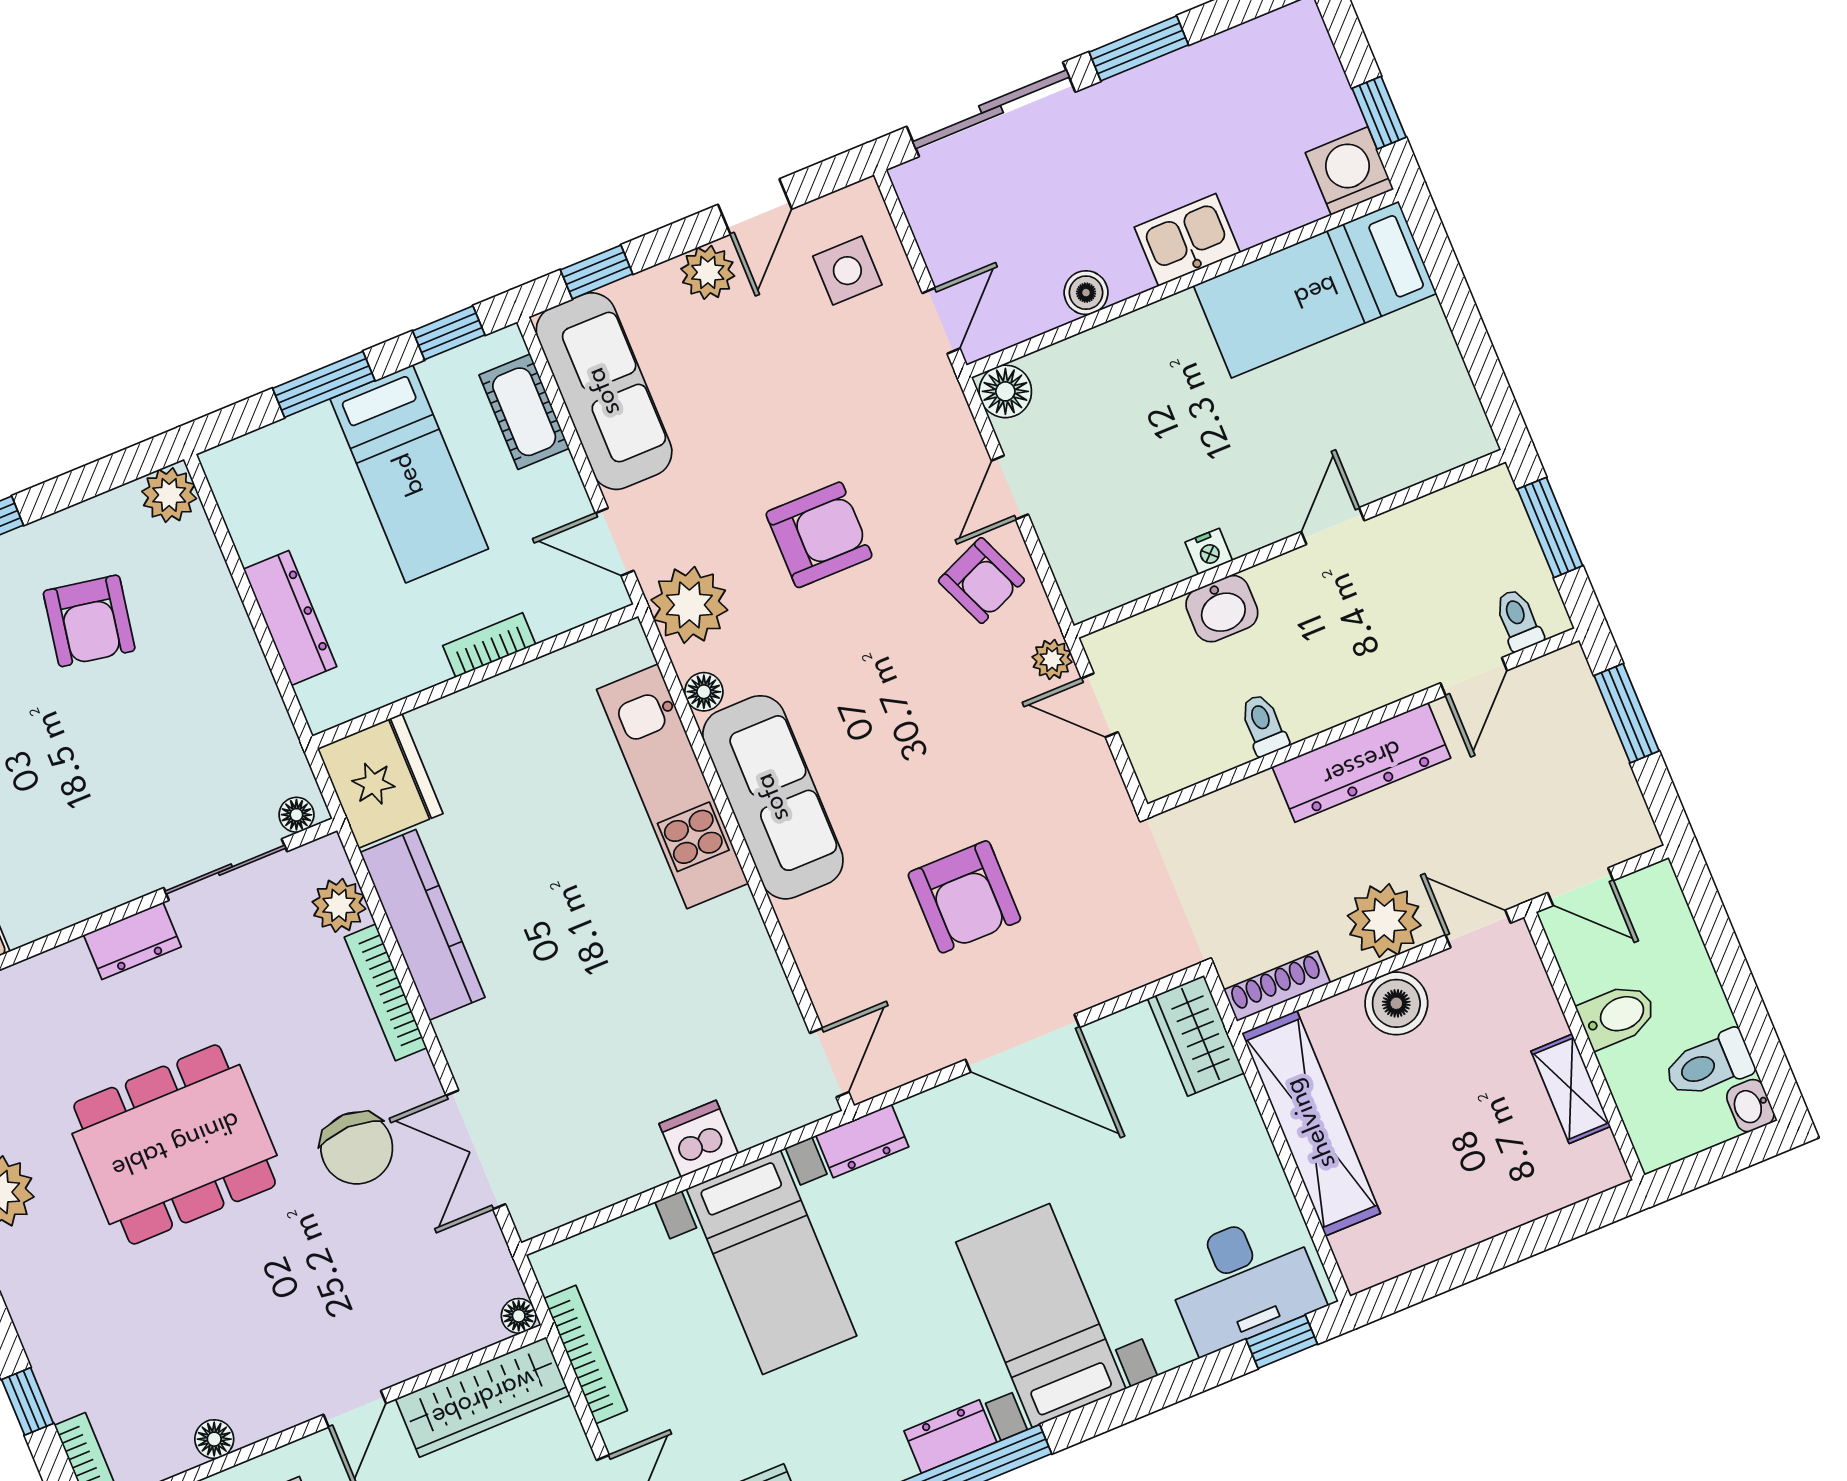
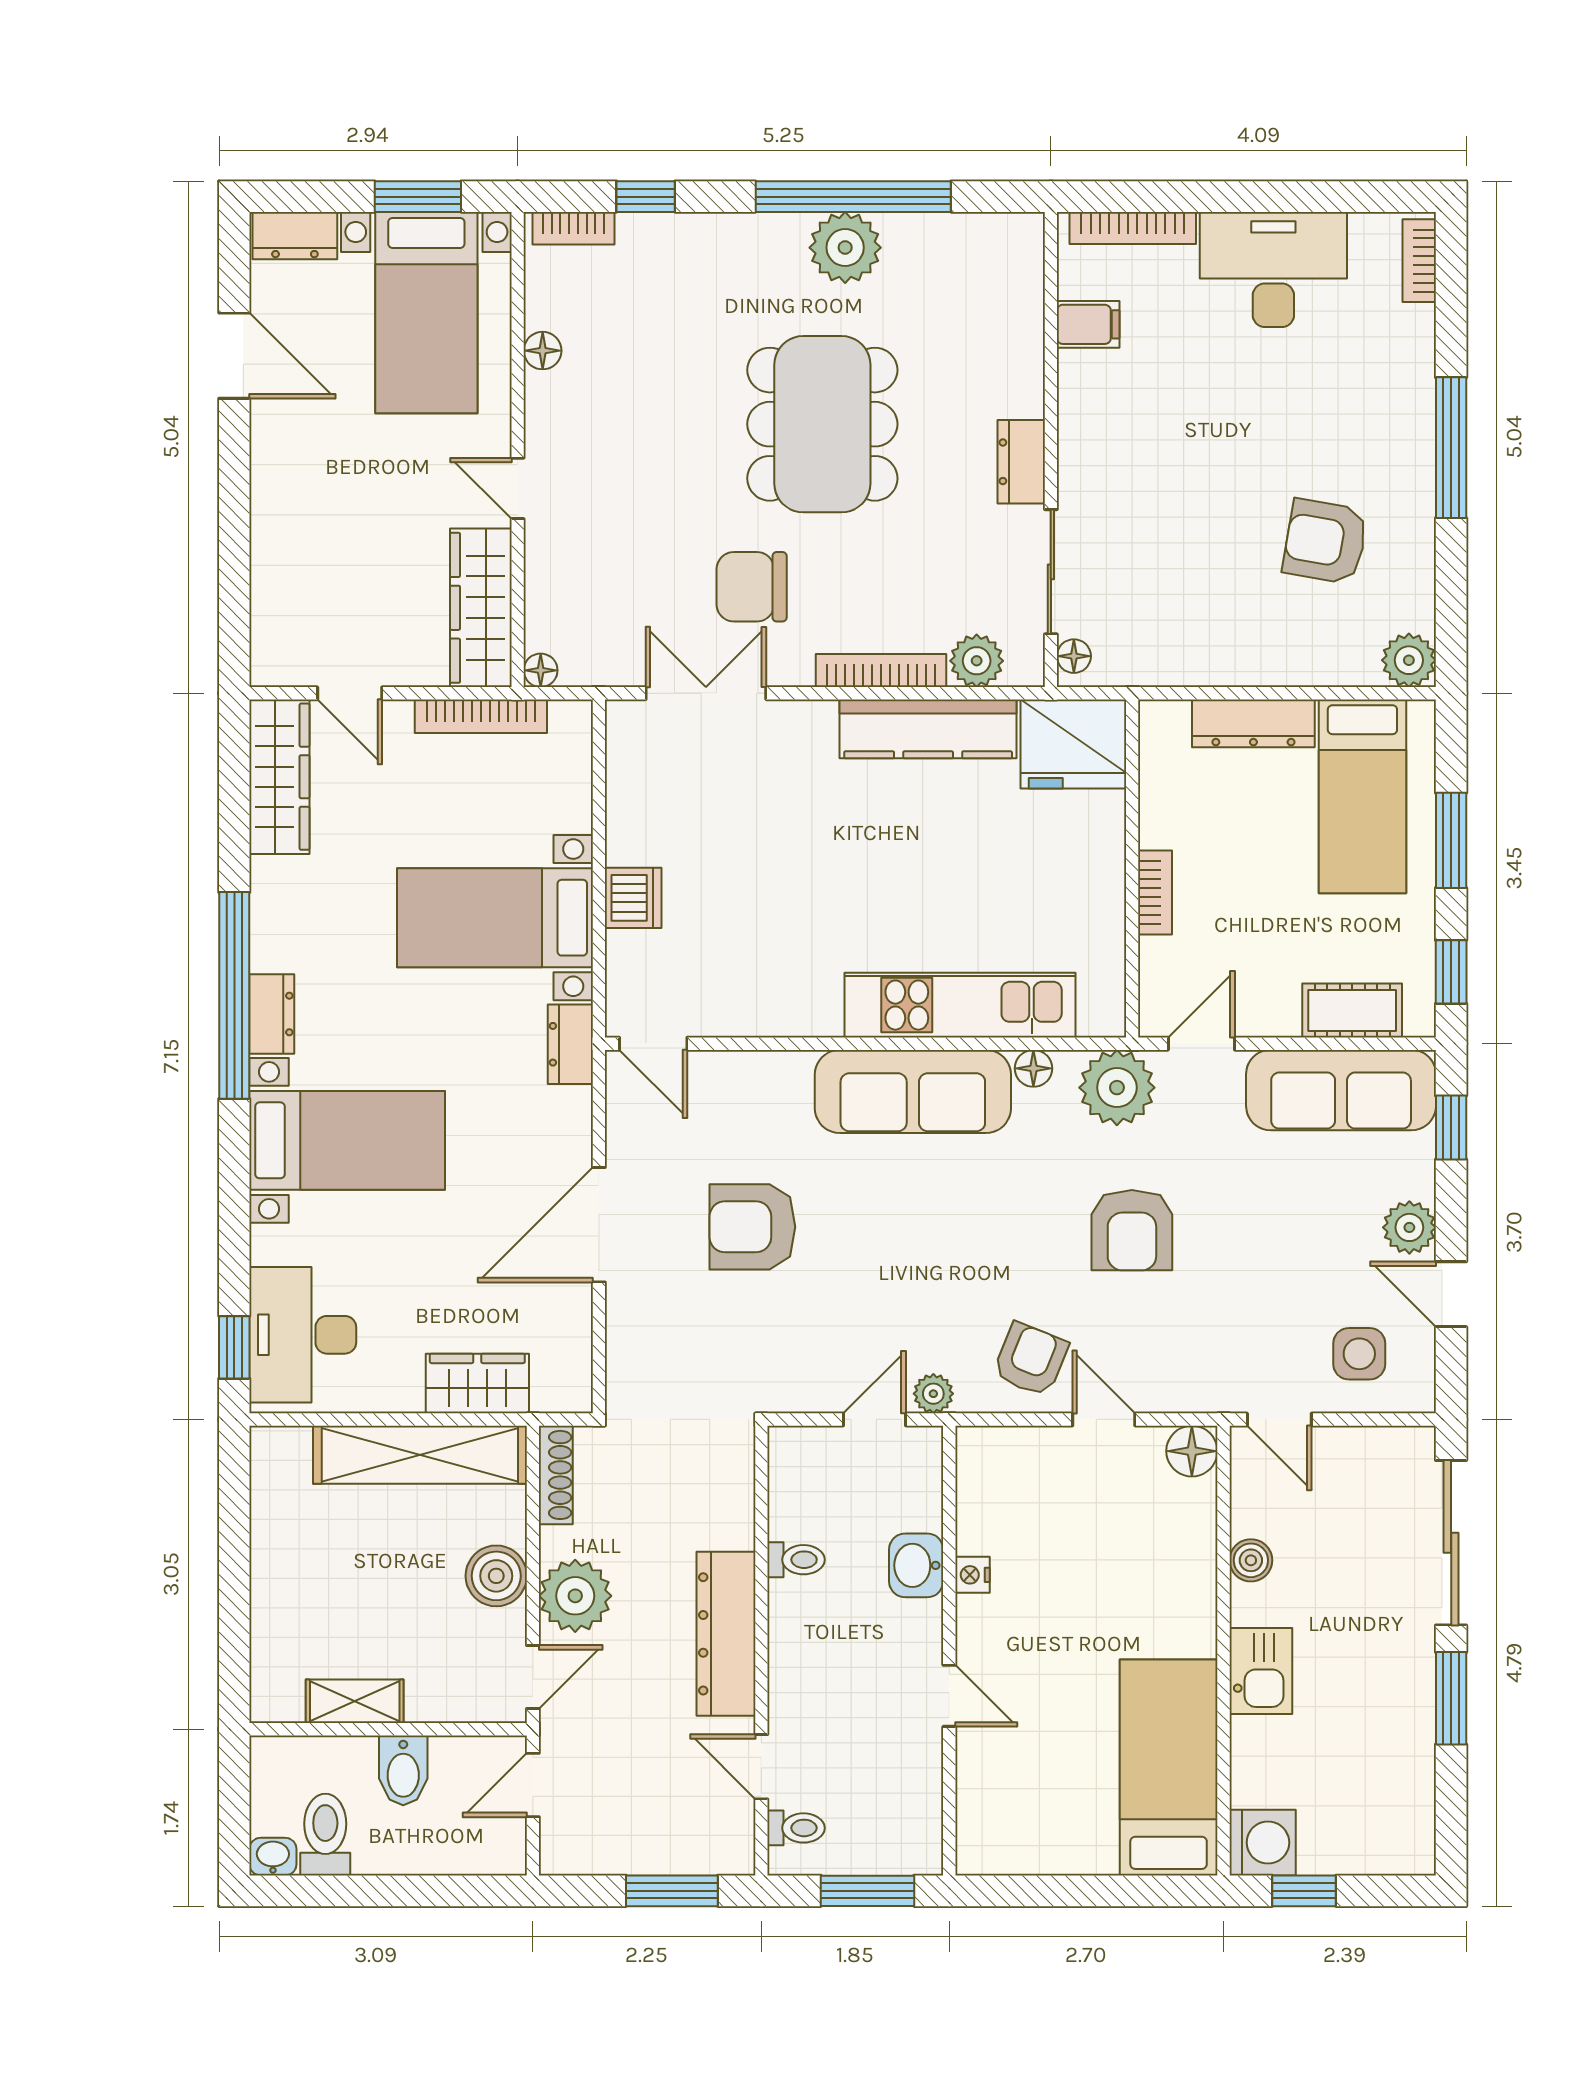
bed: (409, 474) -> (1362, 796), moved, turned -90
armchair: (981, 580) -> (1031, 1359), turned 135
wardrobe: (1196, 1036) -> (477, 1384), moved

